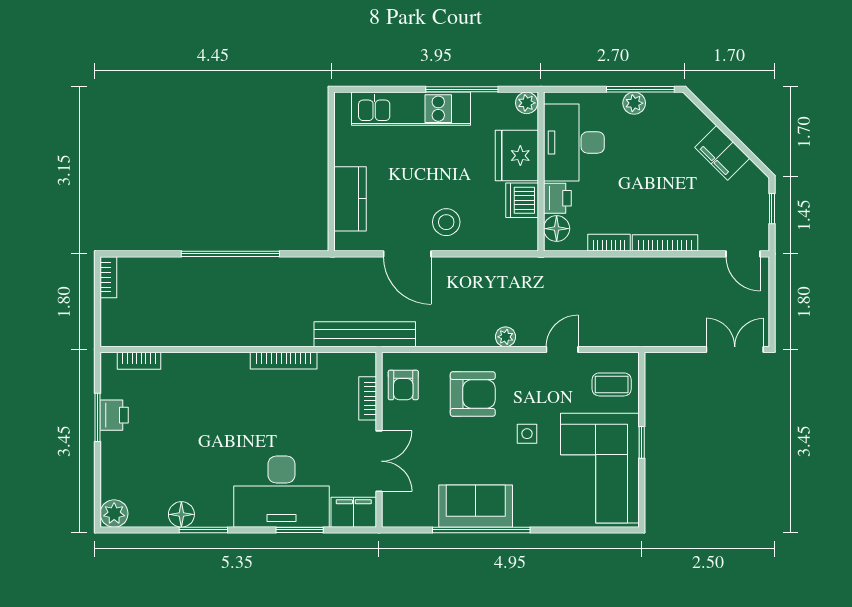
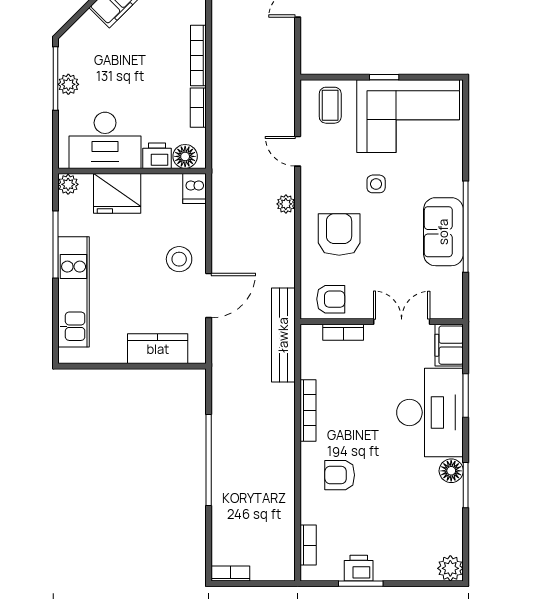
dishwasher: (522, 200) -> (195, 189), moved, width x0.73
armchair: (214, 395) -> (340, 475), added
floor lamp: (181, 514) -> (451, 471), moved

